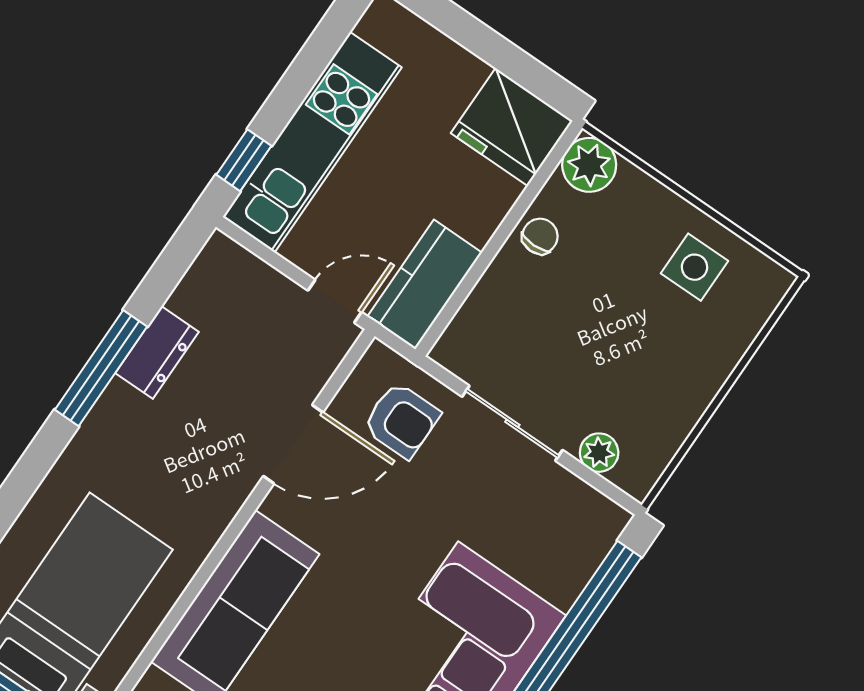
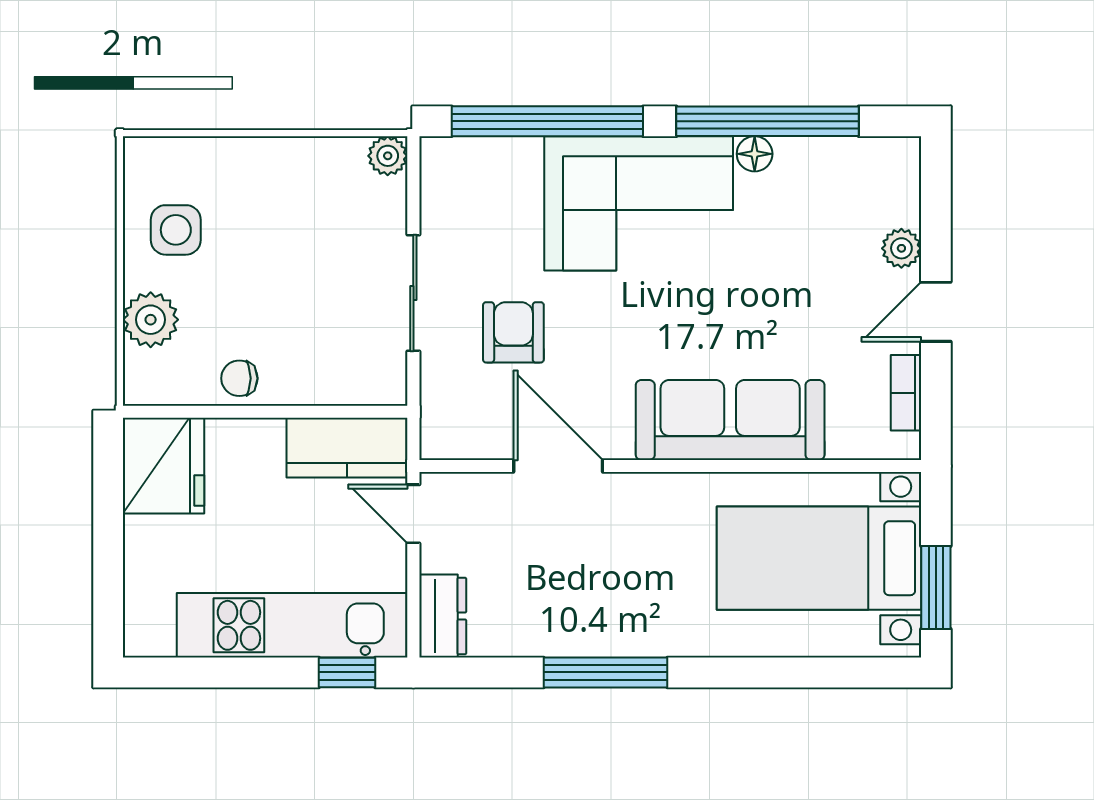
plant: (589, 165) -> (151, 320), moved
dresser: (157, 352) -> (443, 616), moved, turned 90
armchair: (401, 420) -> (513, 332), moved
plant: (599, 453) -> (388, 156), moved

